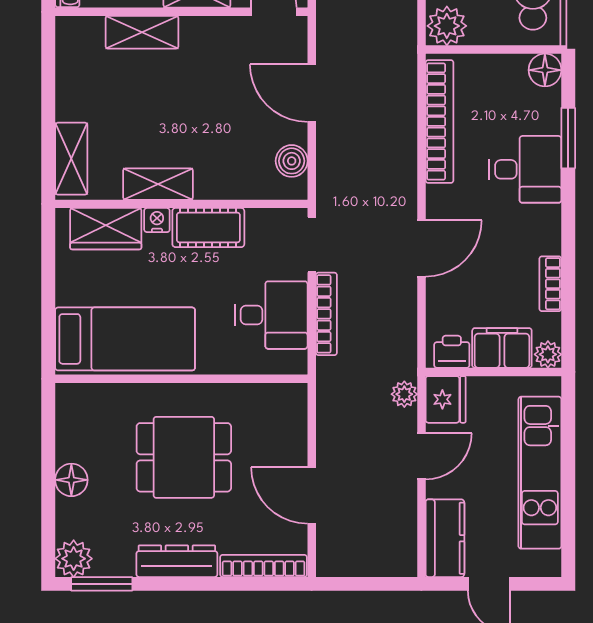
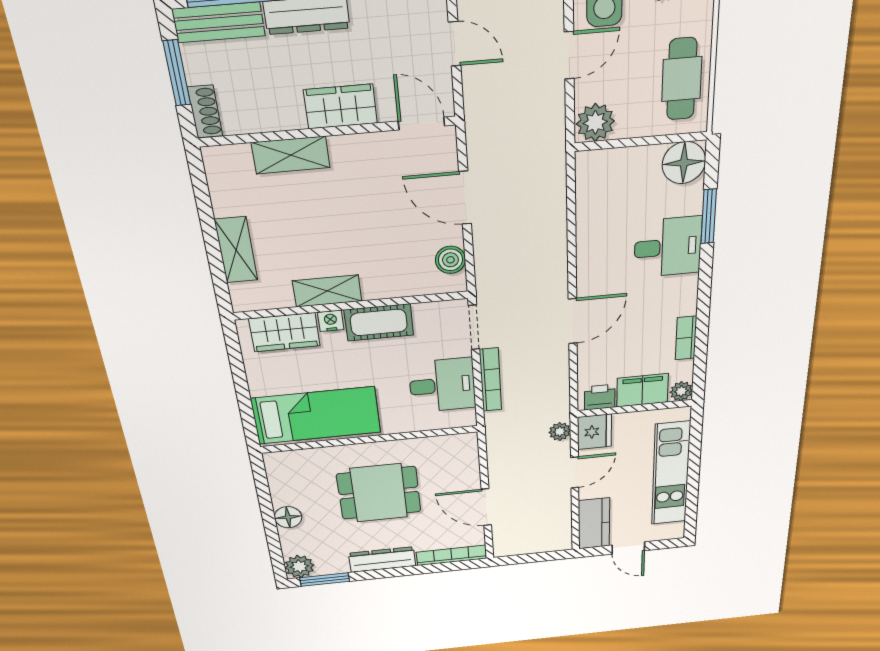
floor lamp: (545, 70) -> (684, 163), width x1.38, depth x1.38
bookcase: (439, 121) -> (588, 213), removed
shelving: (71, 159) -> (236, 250), moved

